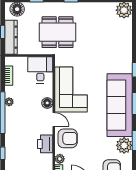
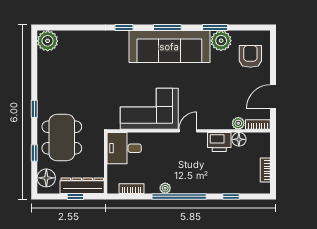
dining table: (58, 32) -> (62, 138), moved
floor lamp: (47, 103) -> (239, 139), moved
armchair: (68, 138) -> (212, 113), removed

